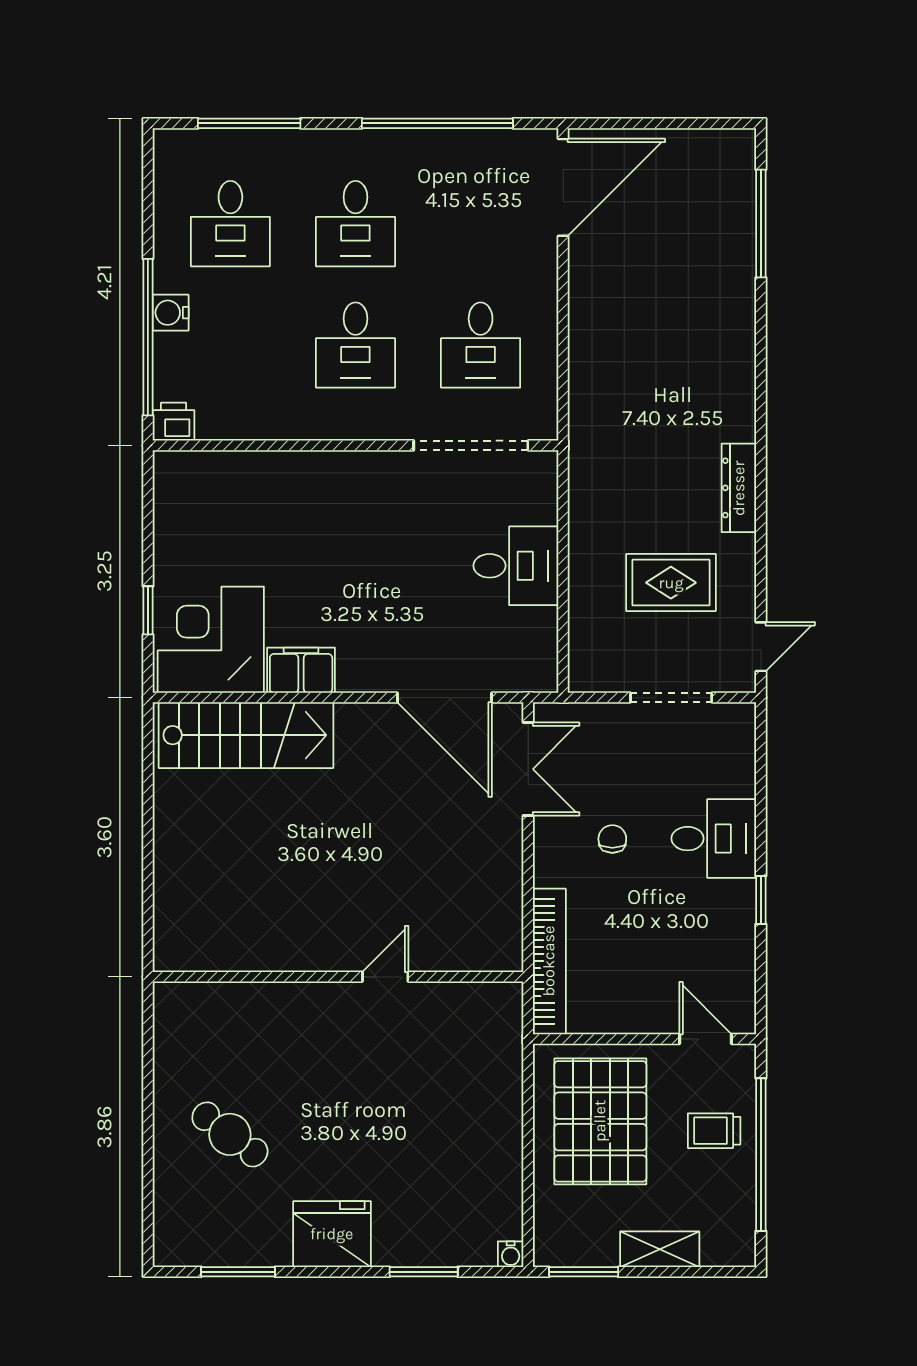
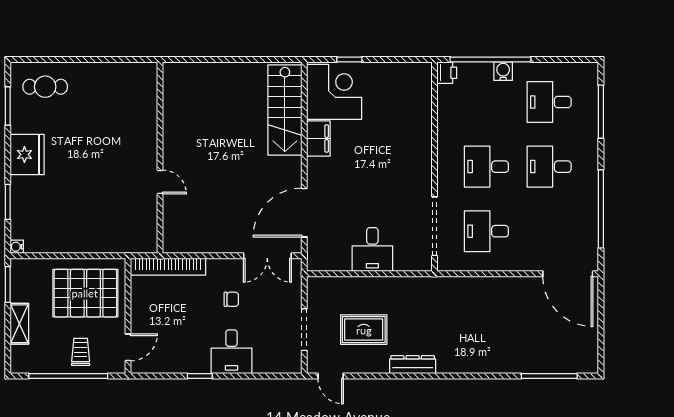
rug: (671, 583) -> (364, 330), turned 90
cafe table: (230, 1134) -> (45, 87), moved, turned 53

